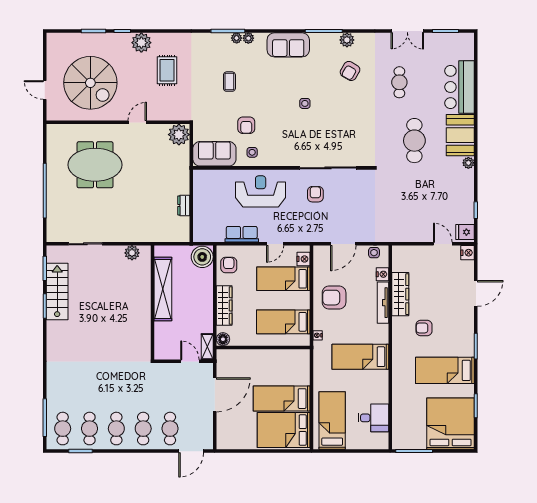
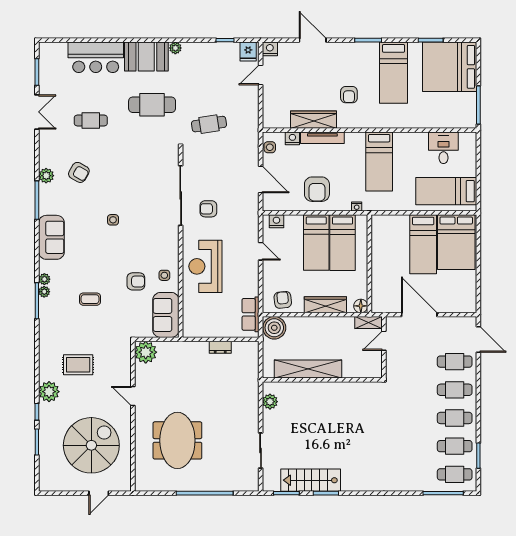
cafe table: (396, 195) -> (209, 124), added
row of seats: (242, 234) -> (250, 314), moved
armchair: (229, 265) -> (283, 300), turned 84
bed: (283, 279) -> (316, 243), moved

